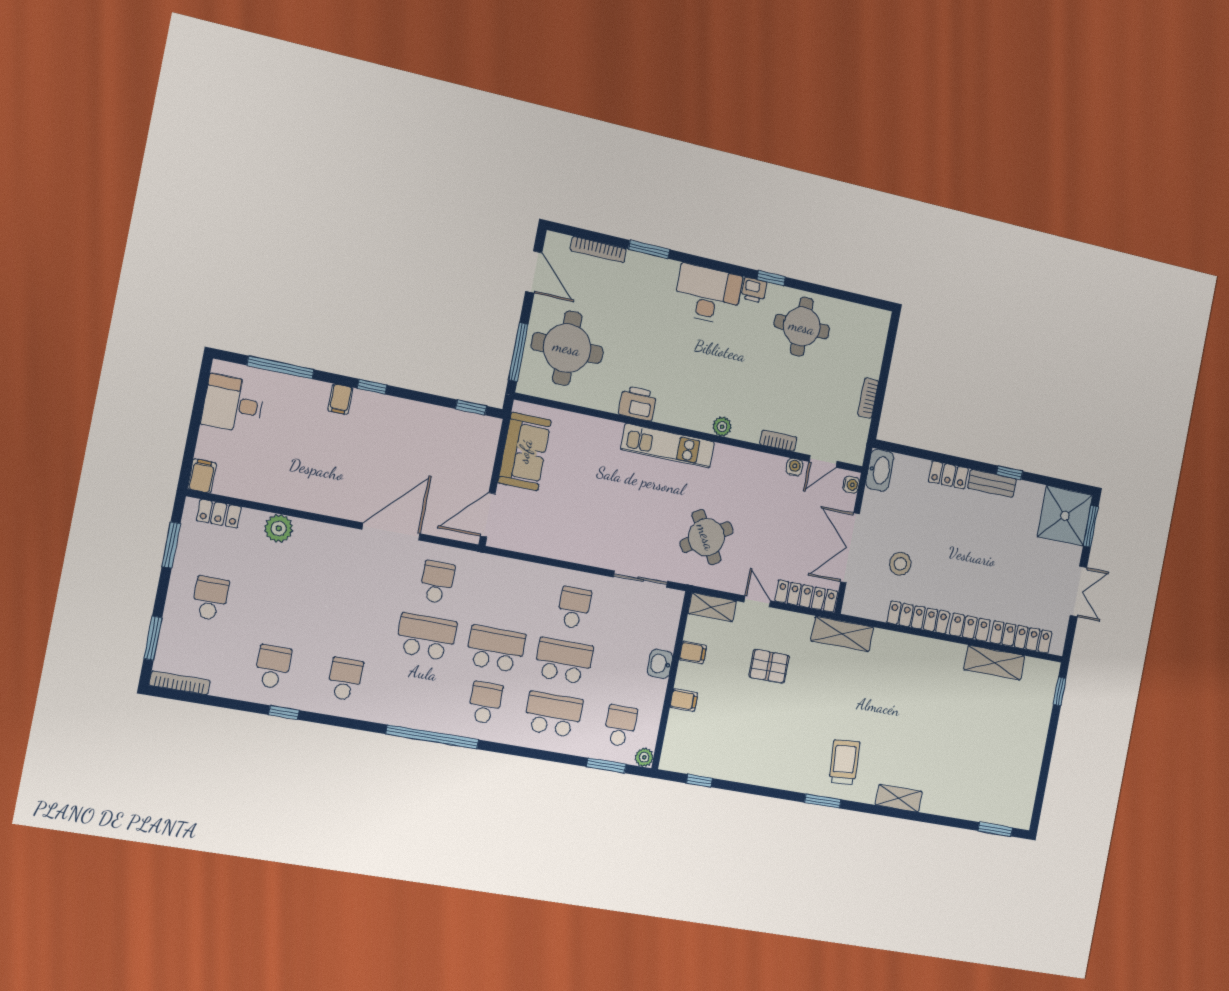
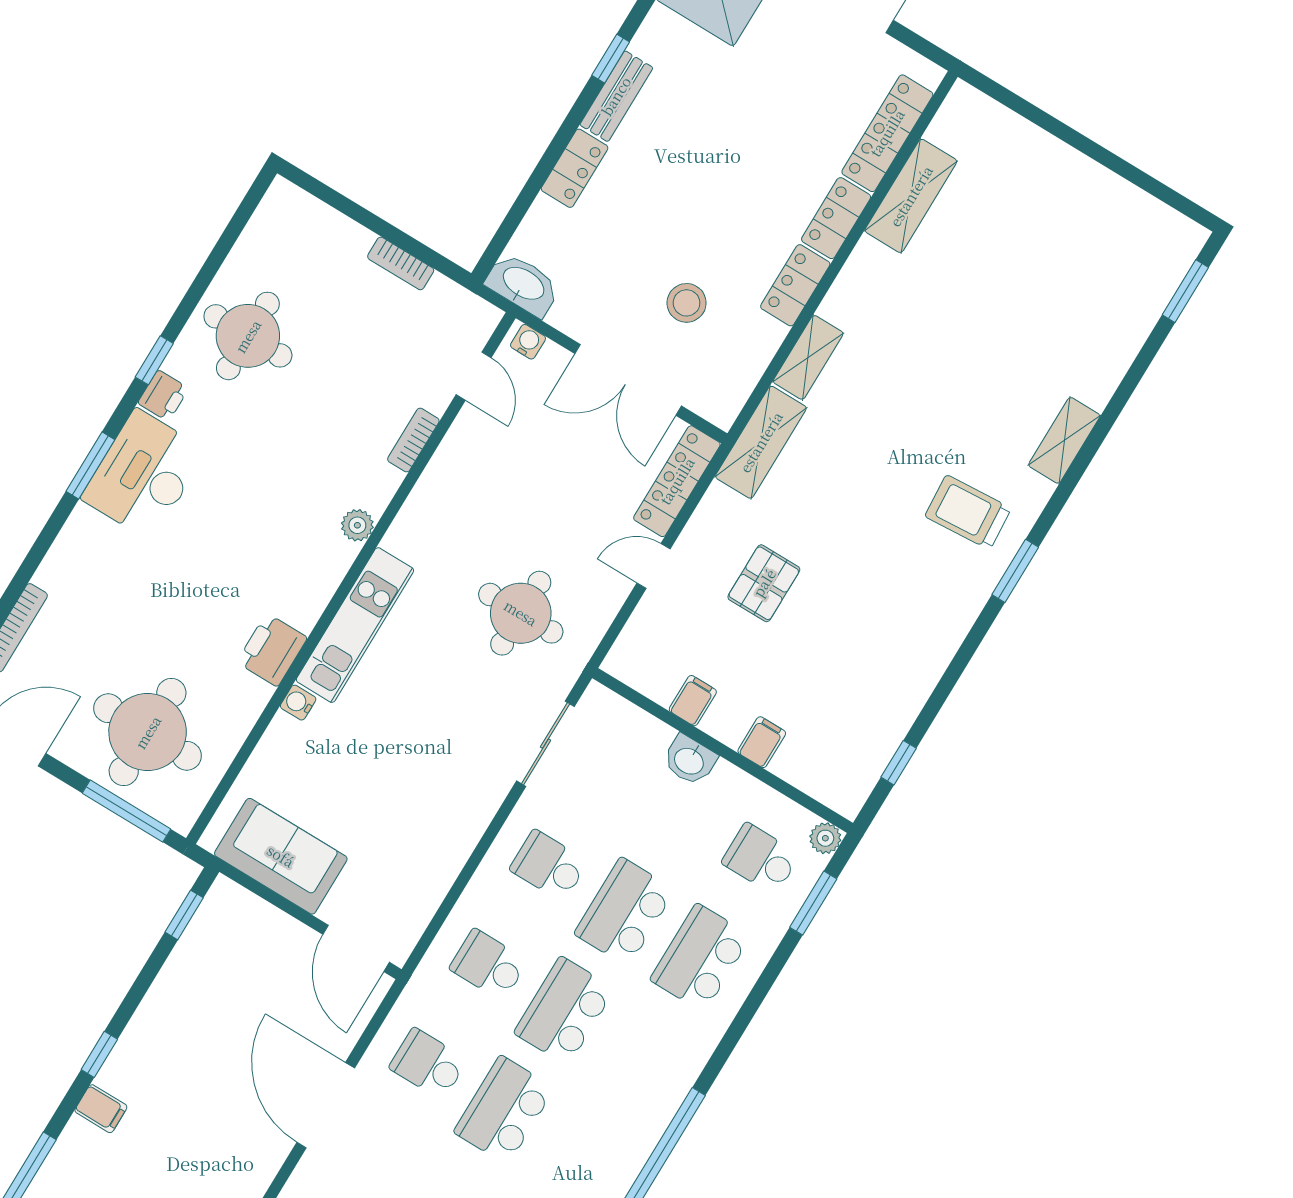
window: (649, 249) -> (90, 466), moved
water cooler: (794, 467) -> (298, 703), moved
round table: (706, 537) -> (521, 613), turned 32
shelving: (712, 607) -> (808, 357), moved
locker: (918, 617) -> (795, 285), width x0.66
window: (1060, 691) -> (1004, 96), removed
school desk: (485, 703) -> (488, 965), moved

